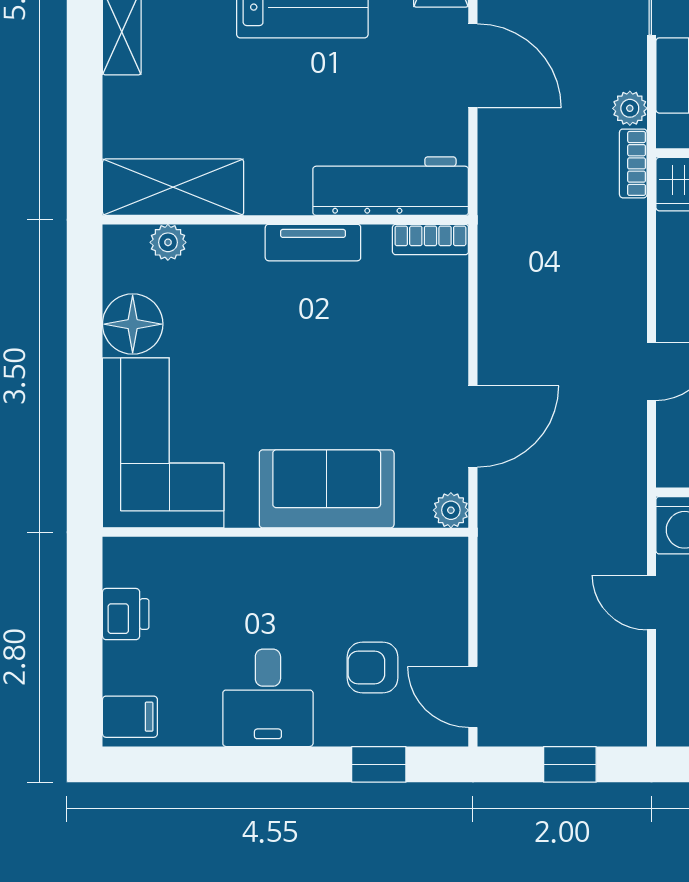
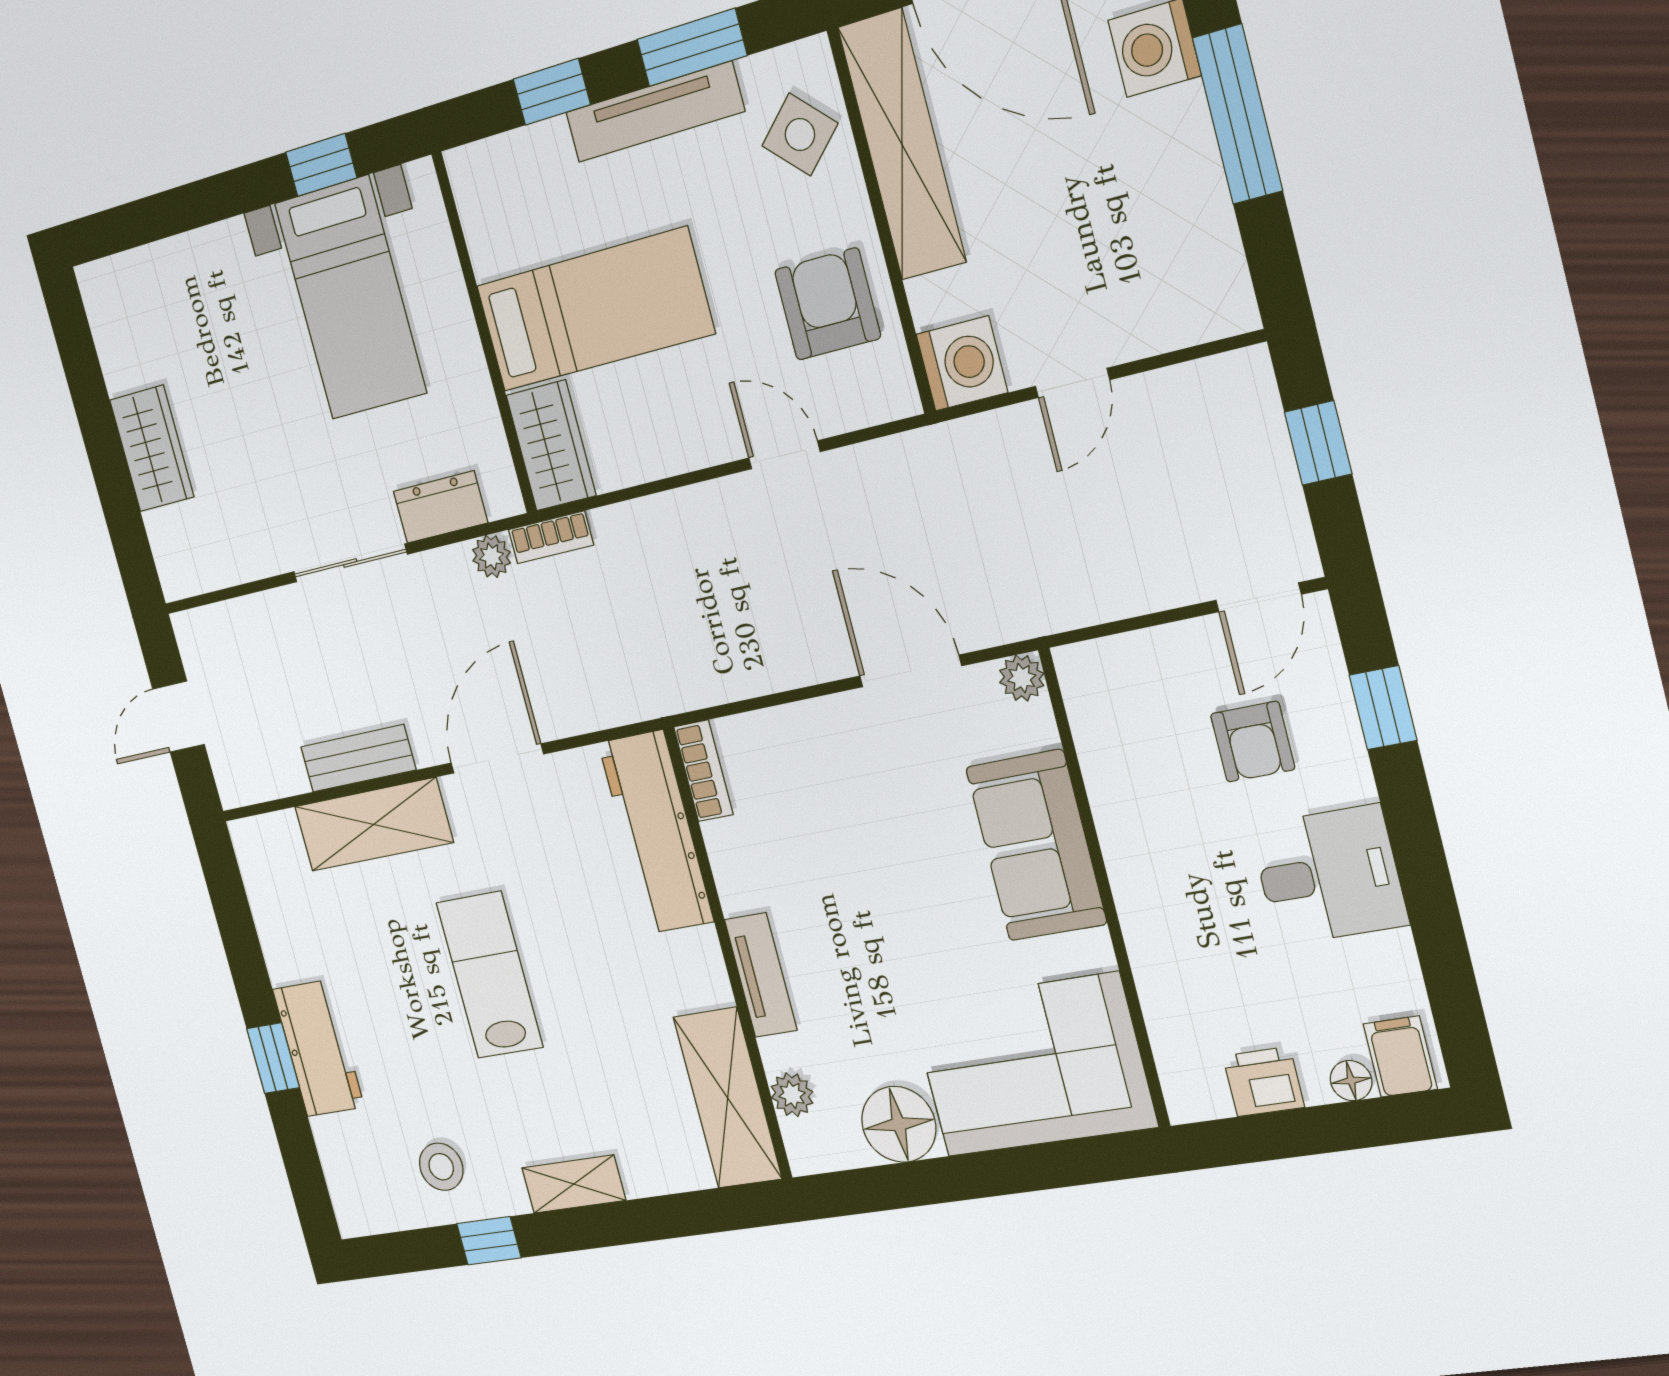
tv unit: (313, 243) -> (761, 975), moved
floor lamp: (117, 678) -> (1351, 1081), added

